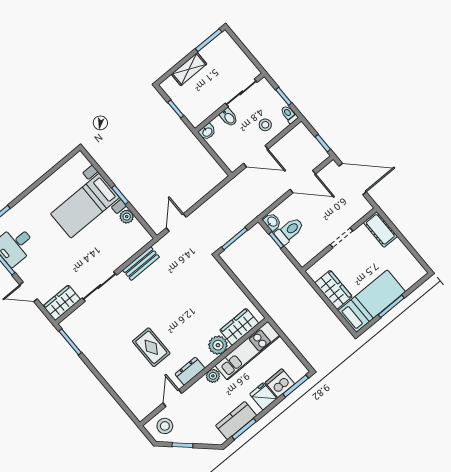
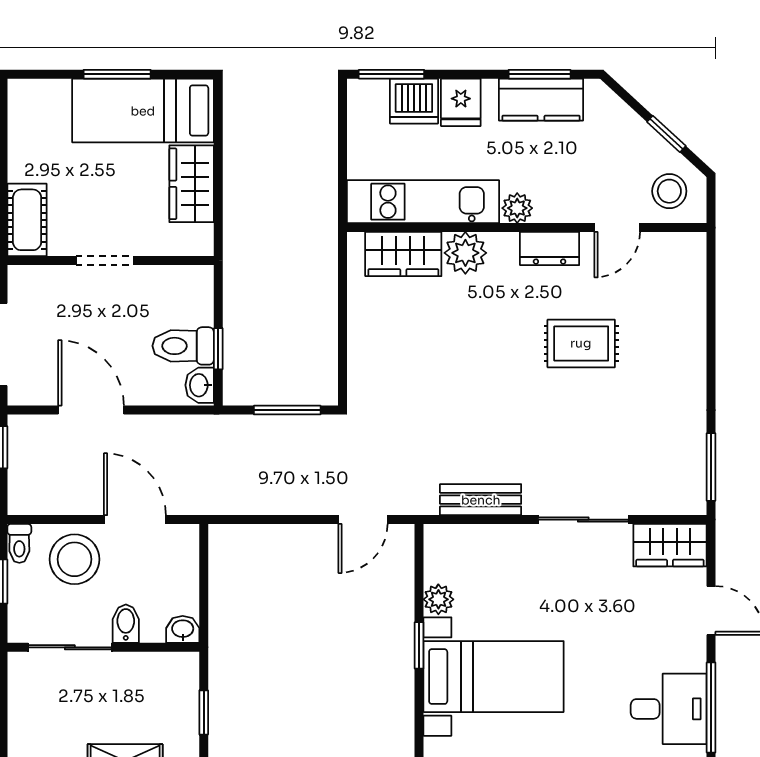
stool: (265, 125) -> (74, 559), width x1.89, depth x1.89
rug: (151, 347) -> (581, 343), turned 90

